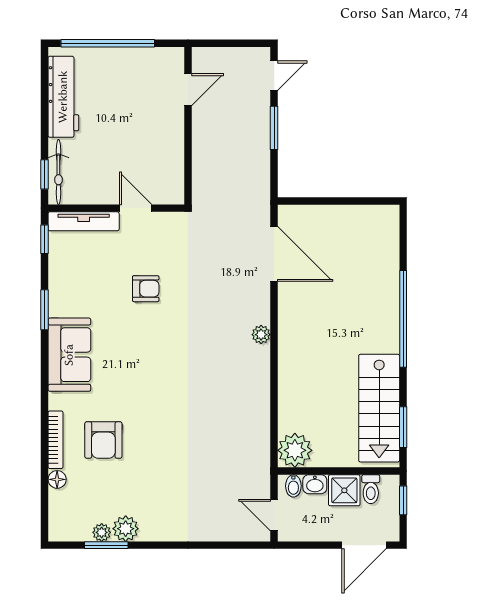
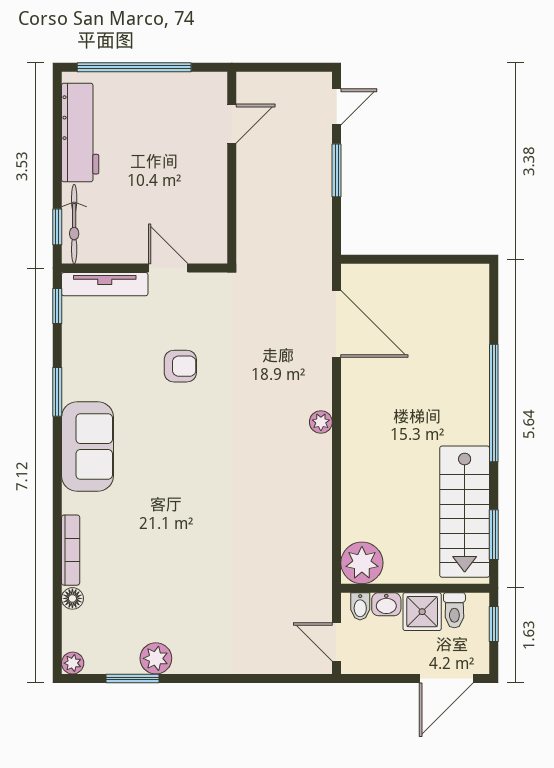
armchair: (103, 440) -> (129, 550), removed
plant: (102, 532) -> (73, 663), moved

